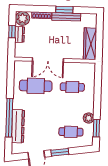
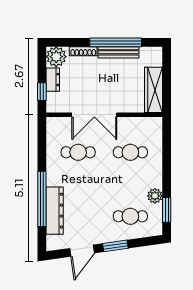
window: (64, 10) -> (116, 42), width x2.11
window: (12, 32) -> (42, 92), moved
cafe table: (36, 86) -> (78, 152), width x0.73, depth x0.74

